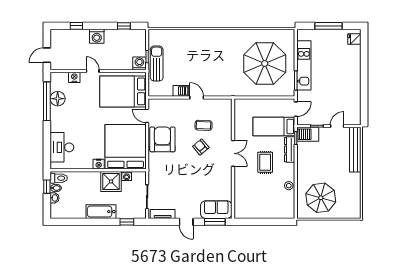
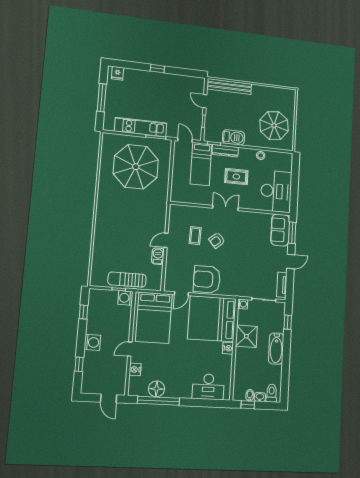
window: (364, 77) -> (157, 69), added
barbecue: (308, 134) -> (233, 137), moved, turned -90
washing machine: (127, 176) -> (243, 304), moved
toilet: (59, 178) -> (272, 393), moved
desk: (254, 203) -> (276, 191), added

